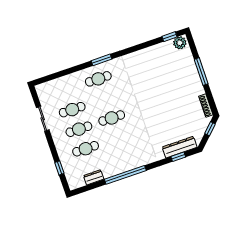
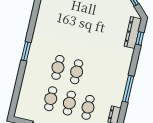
cafe table: (98, 79) -> (58, 67), moved
window: (125, 175) -> (128, 89), width x0.68

